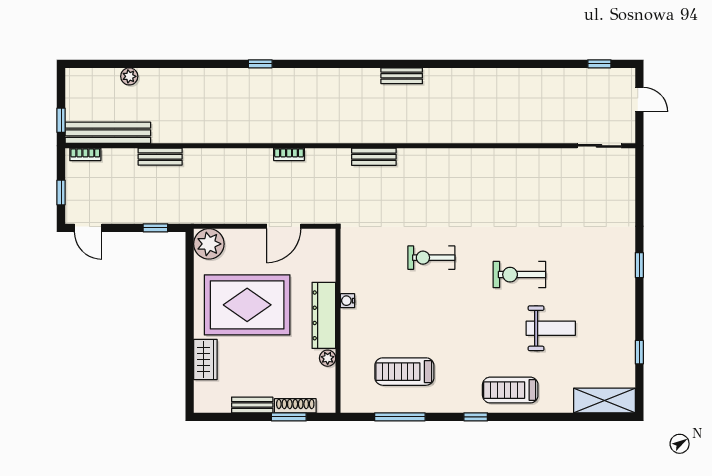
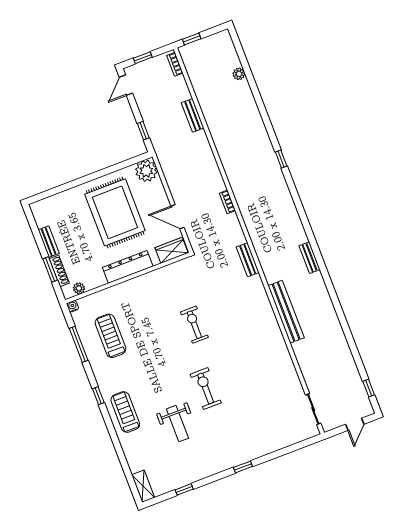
bench: (108, 133) -> (286, 312), moved
water cooler: (348, 301) -> (73, 306), moved
plant: (328, 358) -> (79, 288), moved
wardrobe: (205, 360) -> (172, 250), moved, turned 180
shelving: (604, 401) -> (143, 486), width x0.67, depth x0.75

